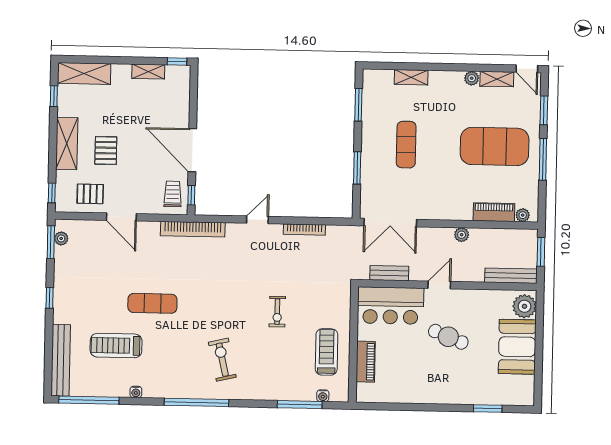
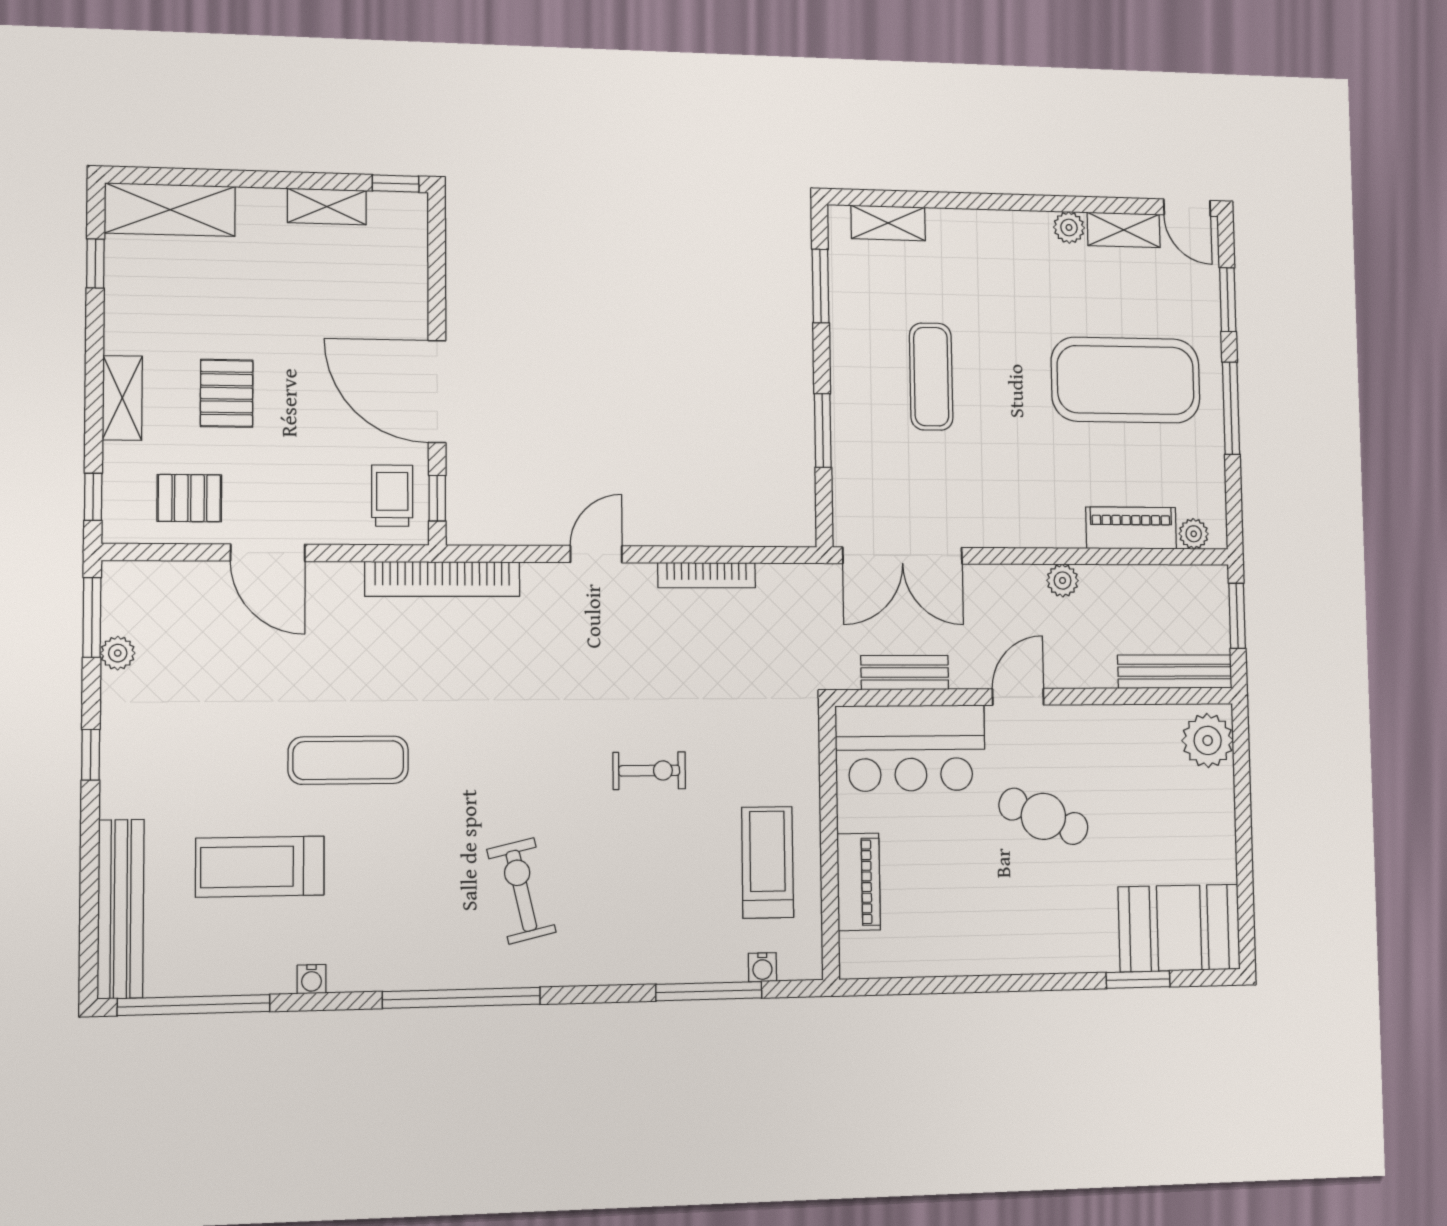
shelving: (411, 77) -> (888, 223), moved
shelving: (67, 144) -> (122, 398), width x0.67, depth x0.75
plant: (61, 238) -> (118, 653), moved
exercise bike: (277, 312) -> (649, 771), turned -90
booth: (517, 347) -> (1179, 928), moved, turned 90

